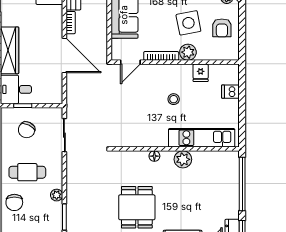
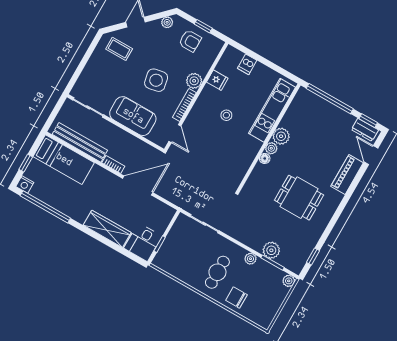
side table: (188, 23) -> (156, 80), moved
window: (242, 32) -> (203, 26), added
chair: (27, 130) -> (182, 253), removed
plant: (167, 157) -> (271, 148), added
chair: (14, 202) -> (236, 298), turned 180
plant: (75, 210) -> (271, 250), added

